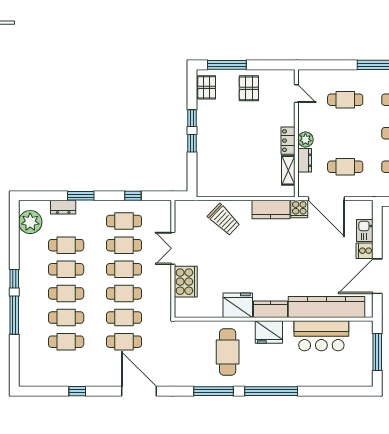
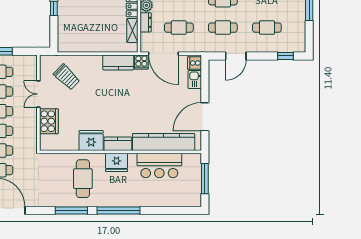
trolley: (224, 220) -> (67, 77), moved
cooker: (364, 251) -> (194, 63), moved

